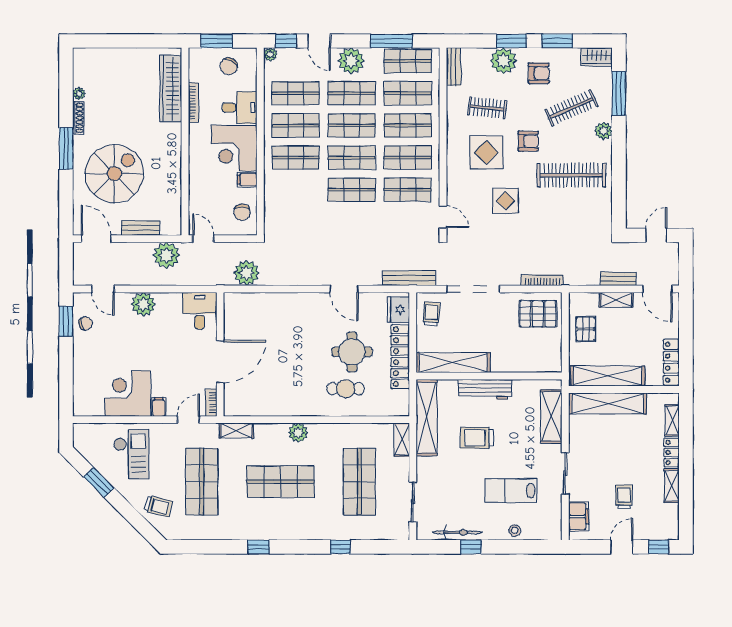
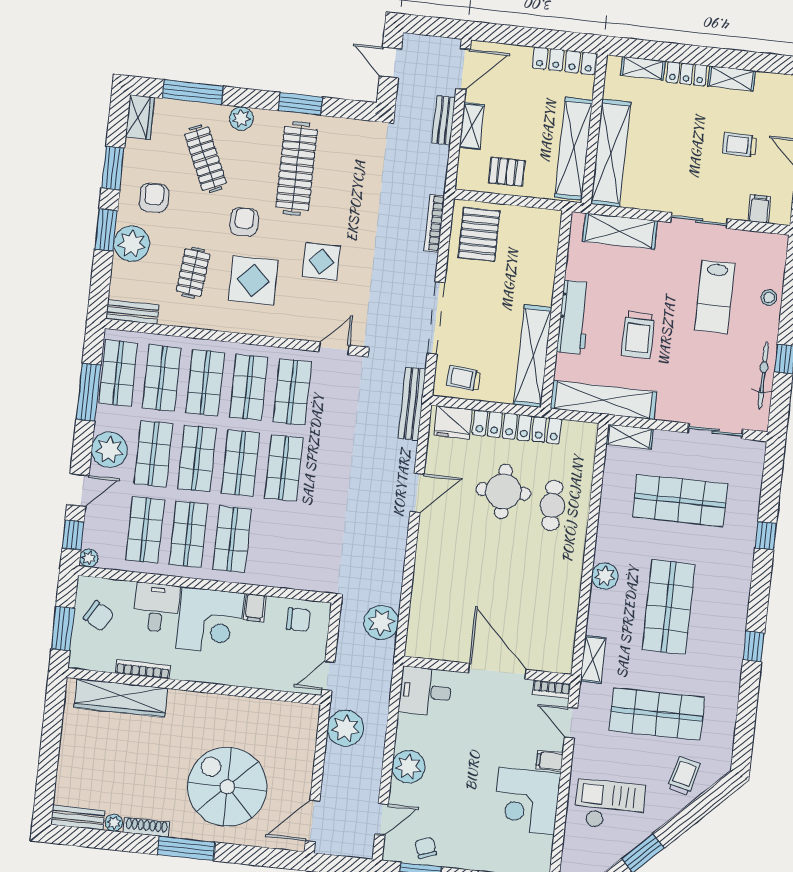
window: (619, 173) -> (300, 104), added
bench: (141, 228) -> (78, 818), moved, turned 90
filing cabinet: (579, 516) -> (759, 209), width x0.50

